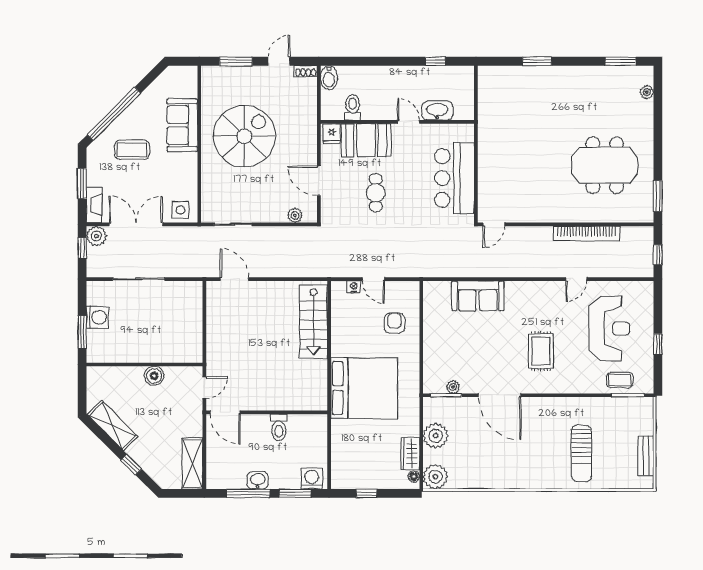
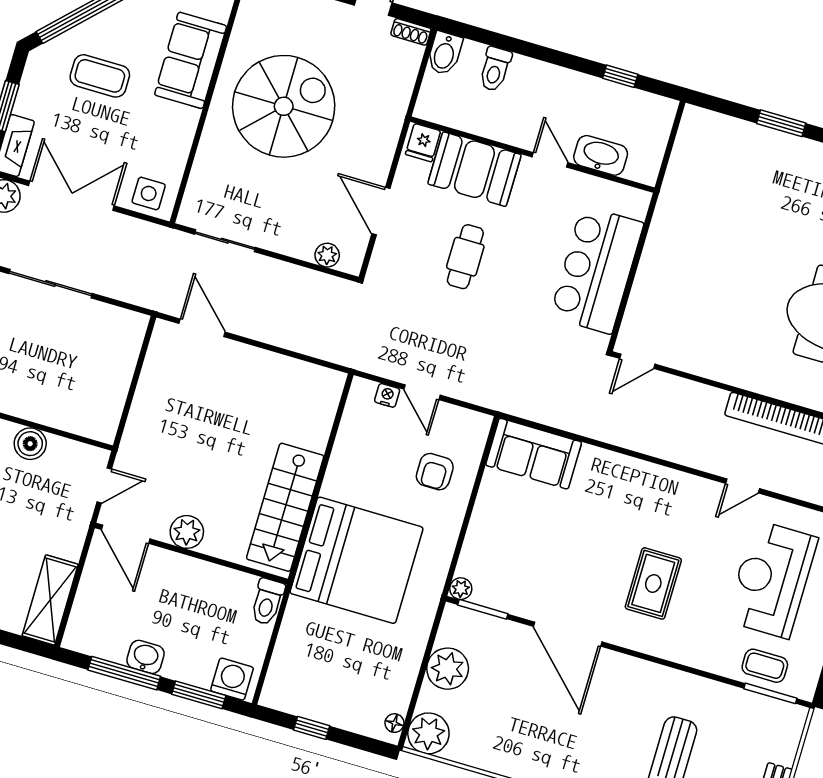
toilet: (353, 107) -> (495, 69), moved, turned 180
sofa: (478, 296) -> (534, 454), moved
stairs: (313, 322) -> (285, 507), moved
armchair: (394, 323) -> (435, 472), turned 180
reception desk: (609, 329) -> (772, 579), turned 180
plant: (453, 387) -> (461, 589), moved
plant: (260, 401) -> (187, 532), added
toilet: (279, 427) -> (267, 602), moved
wardrobe: (410, 454) -> (400, 685), removed

